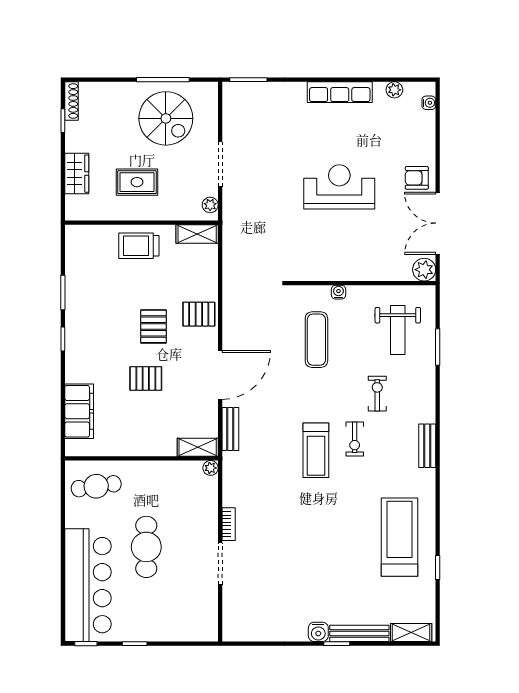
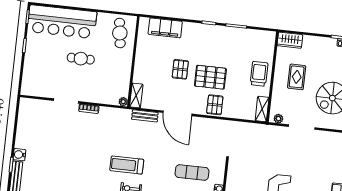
wardrobe: (77, 174) -> (290, 40), moved
pallet: (153, 326) -> (210, 77), width x1.50, depth x1.42
cafe table: (146, 547) -> (81, 59), width x0.73, depth x0.74

